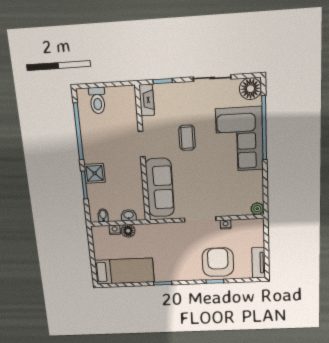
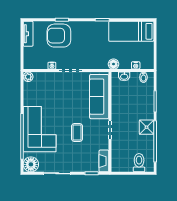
shower: (95, 173) -> (147, 127), moved
floor lamp: (128, 231) -> (113, 64), moved
armchair: (218, 262) -> (59, 36), turned 90

